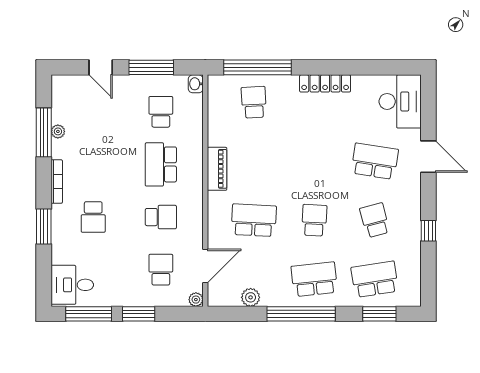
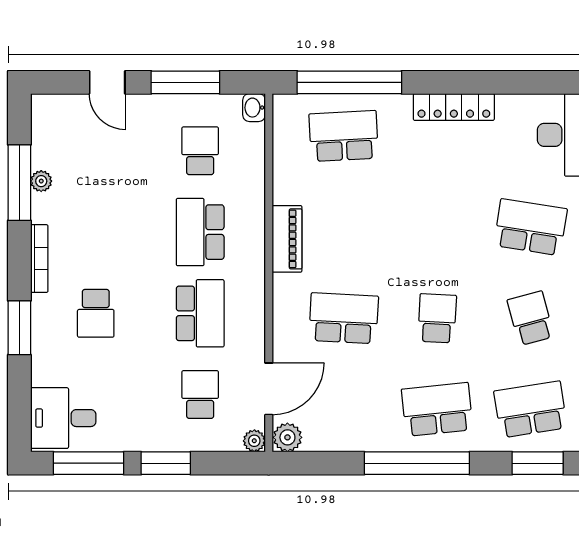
school desk: (254, 102) -> (344, 136), width x1.85
school desk: (161, 217) -> (200, 313), width x1.85
plant: (251, 297) -> (287, 437), moved

